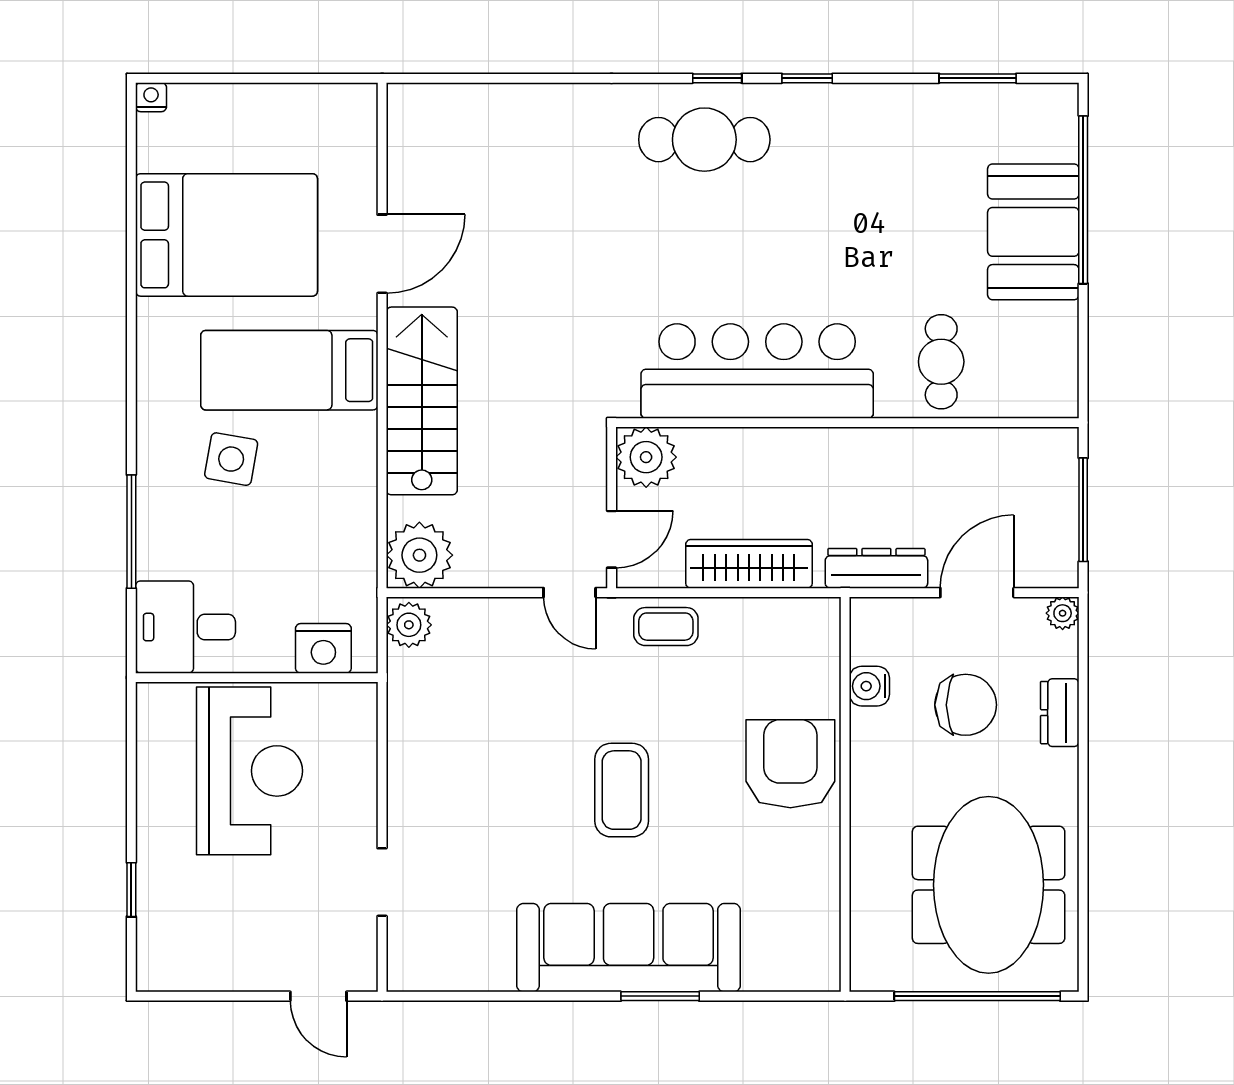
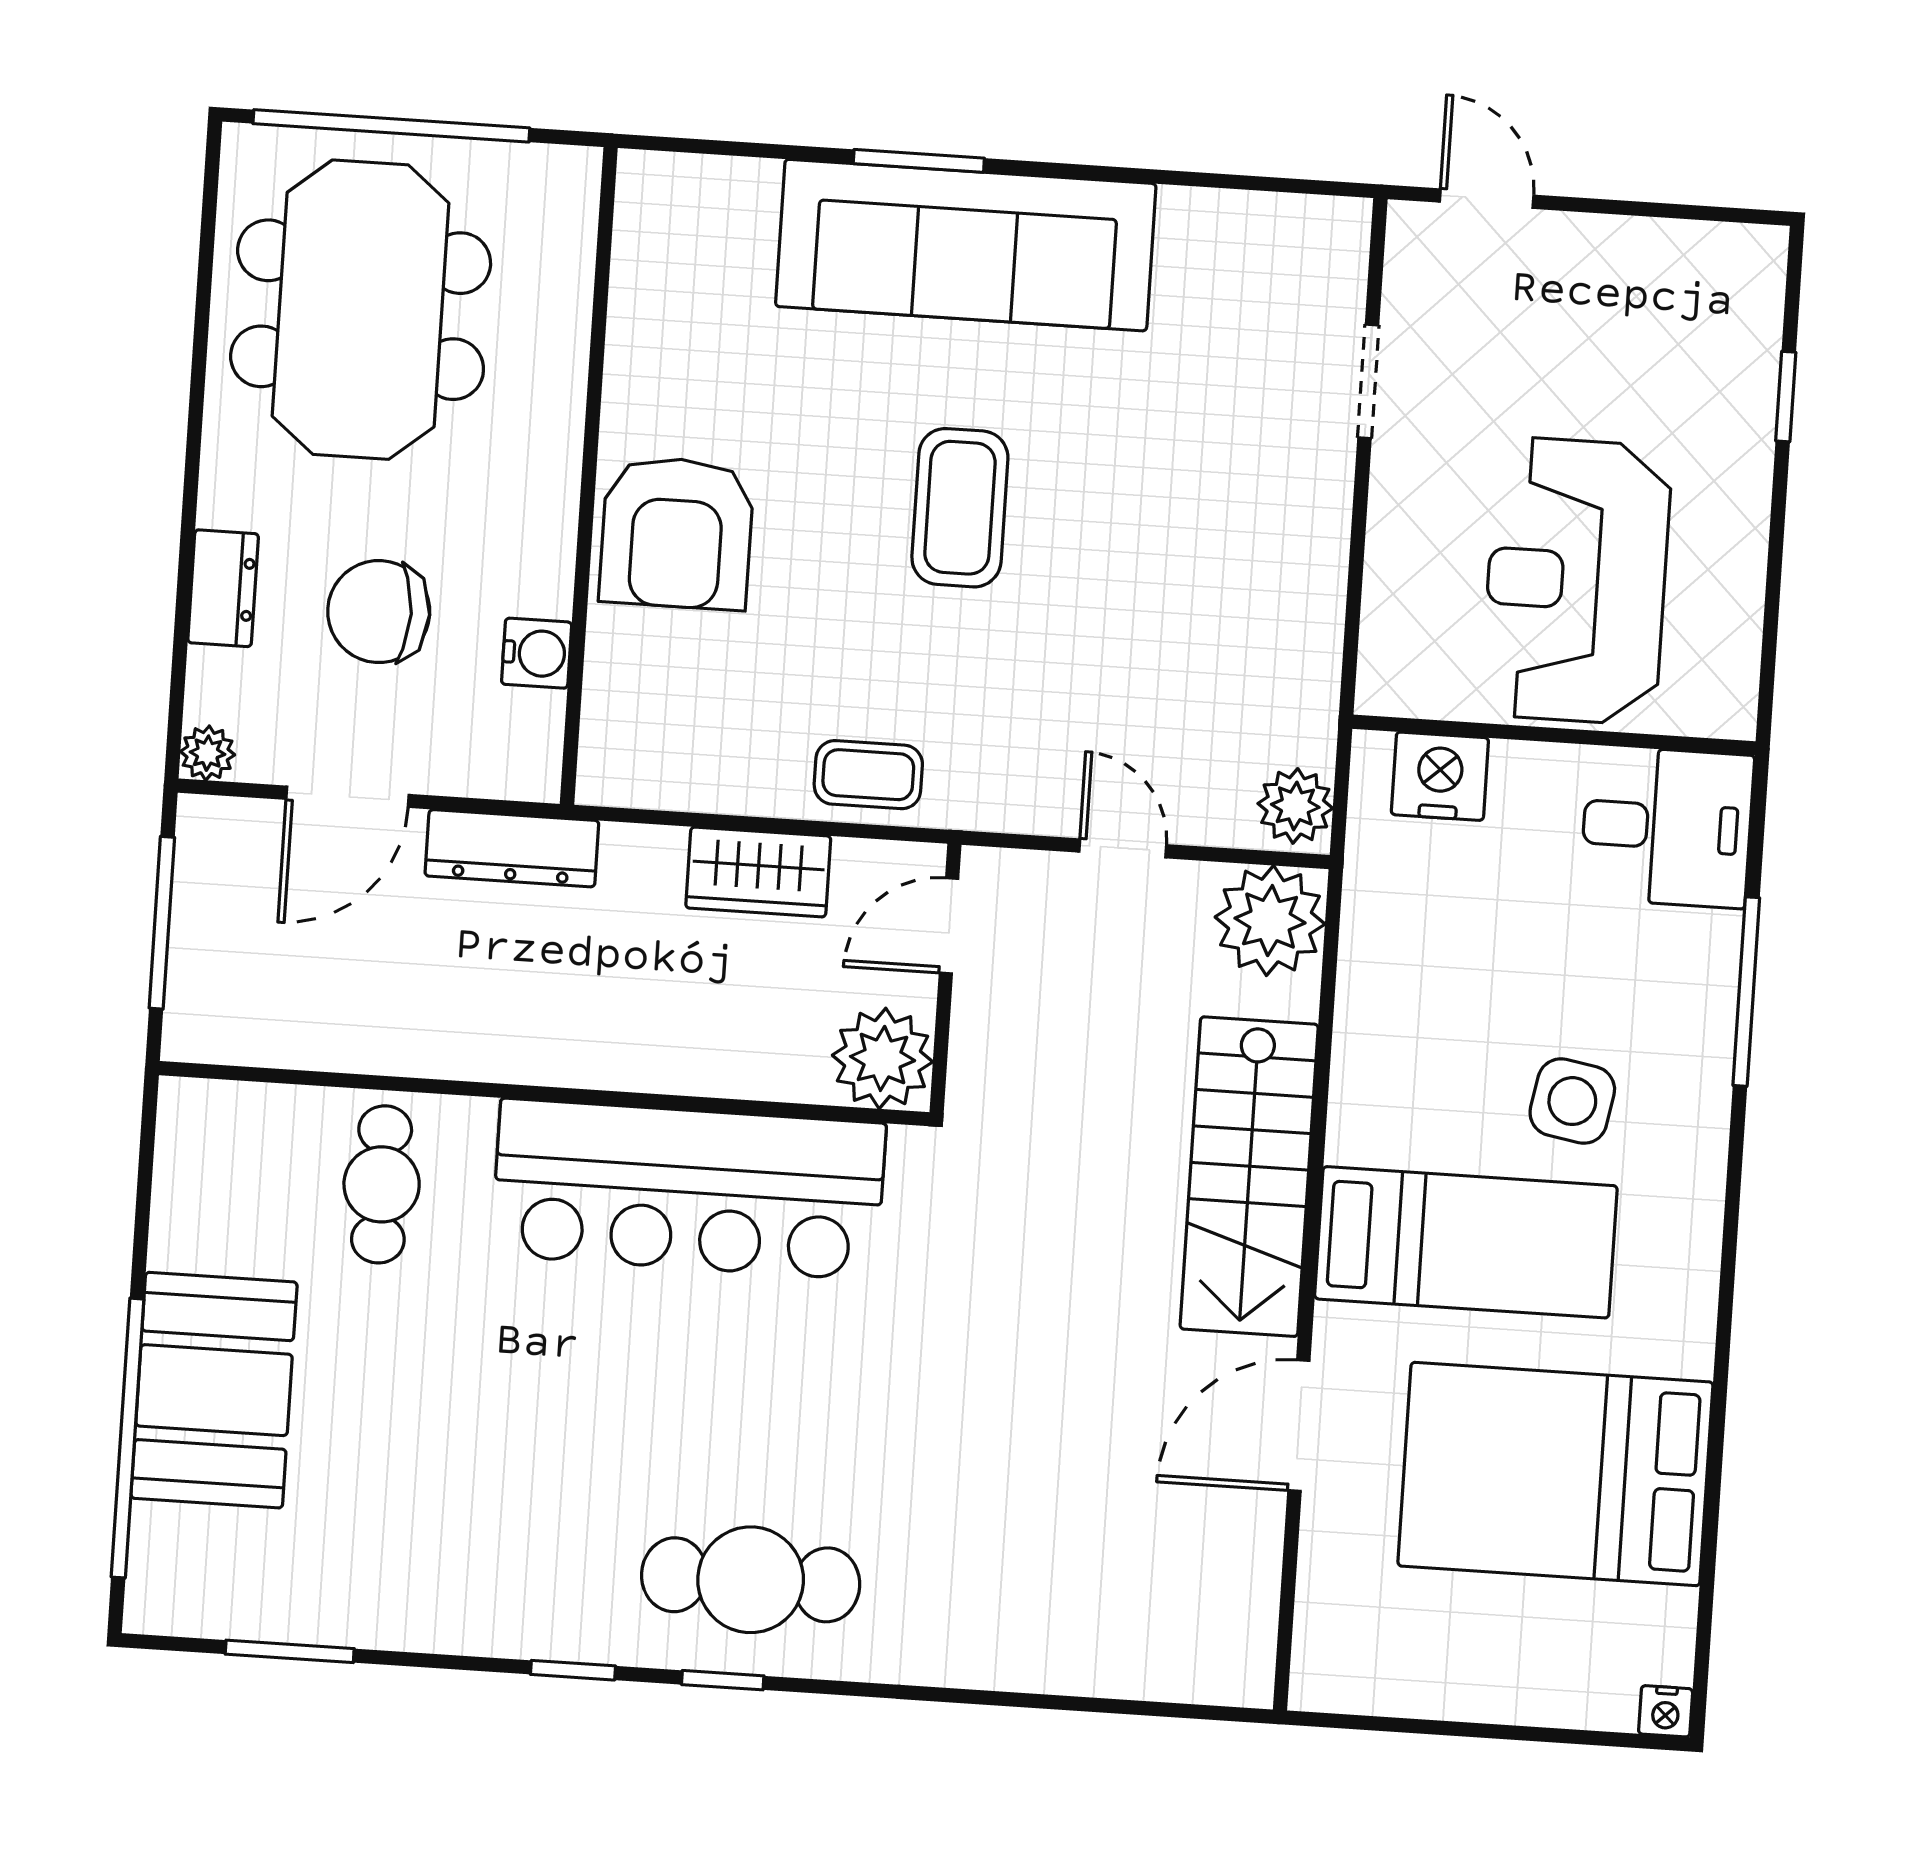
wardrobe: (749, 564) -> (758, 872), width x0.67
door: (570, 593) -> (1123, 848), moved

